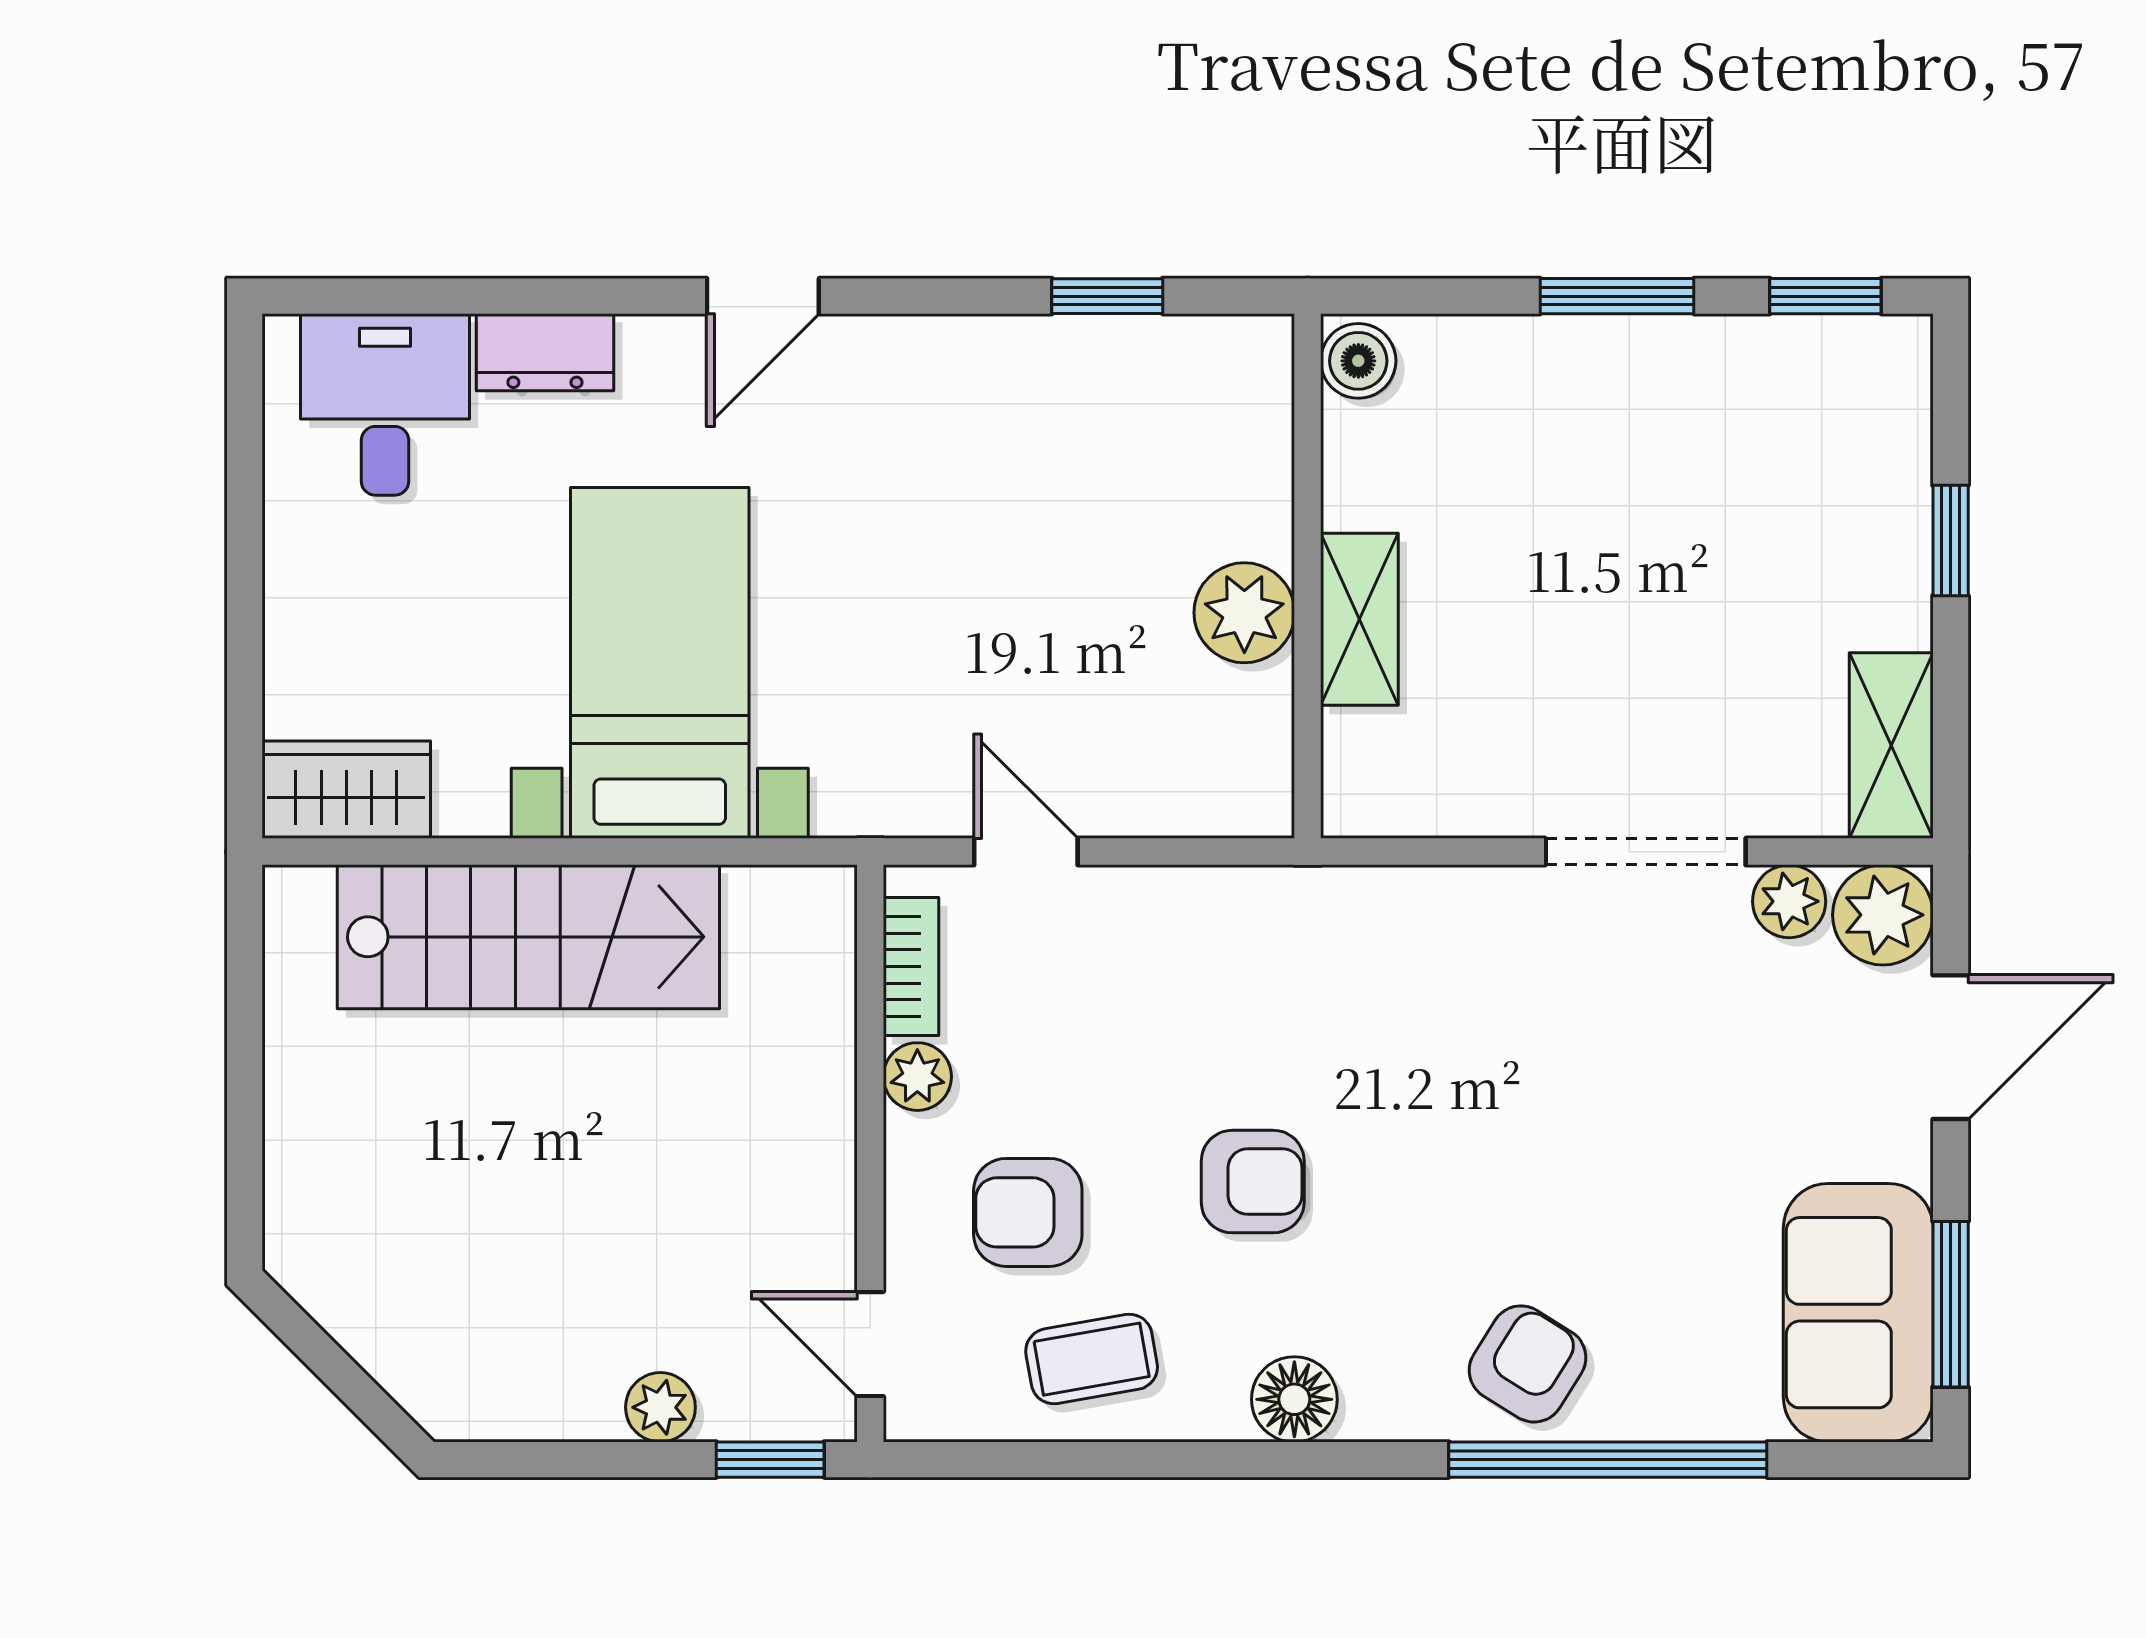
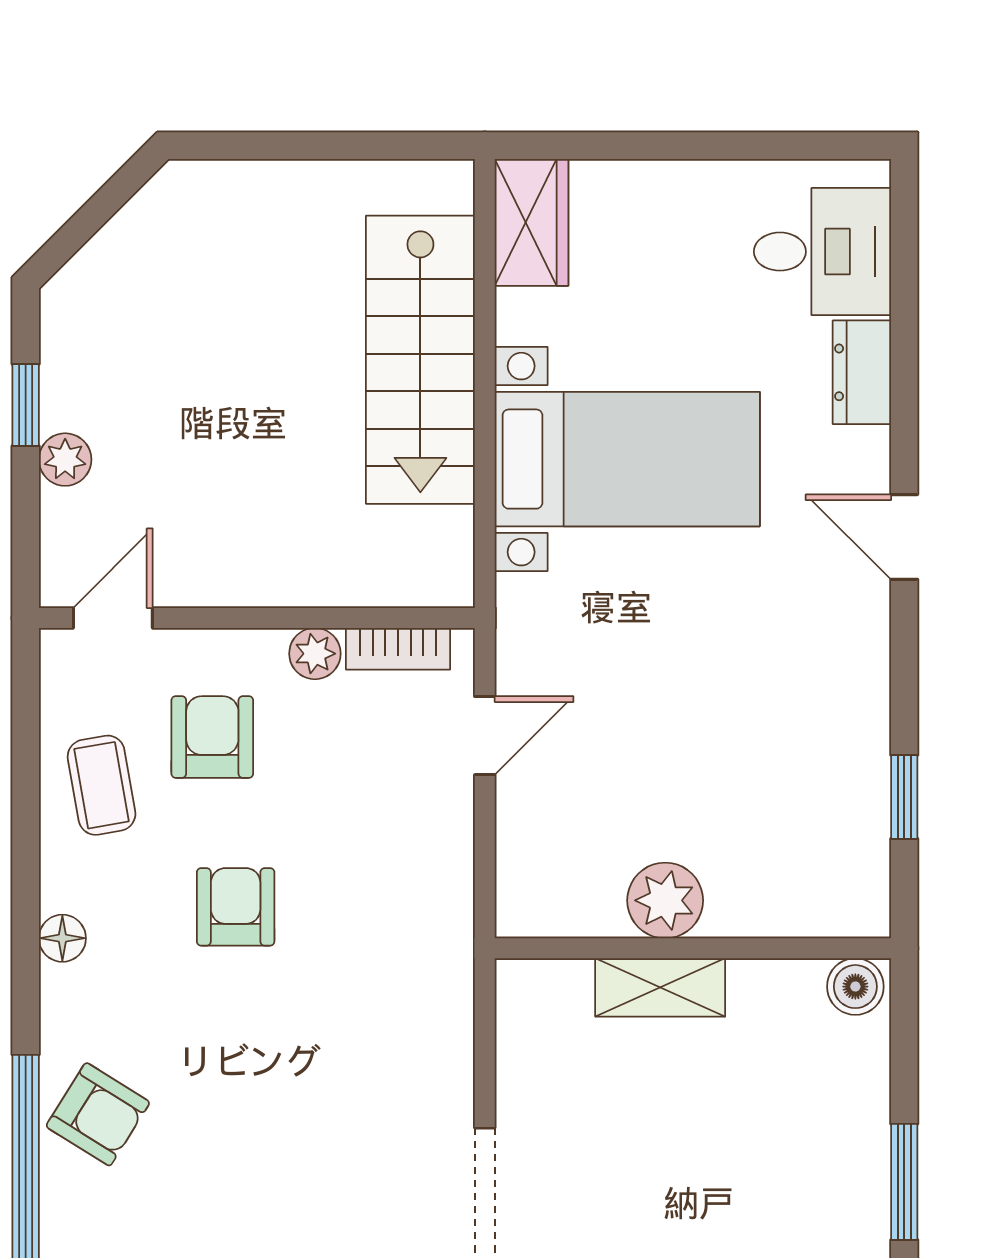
armchair: (1253, 1182) -> (236, 907), turned 180
floor lamp: (1294, 1399) -> (62, 938), width x0.73, depth x0.73
window: (770, 1460) -> (26, 405), moved

